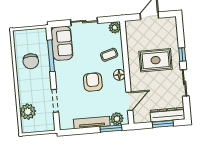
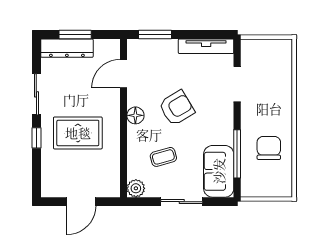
coffee table: (109, 55) -> (163, 157), moved
armchair: (93, 82) -> (177, 108), turned -121
plant: (28, 112) -> (280, 71), removed
plant: (117, 119) -> (145, 49), removed
tv unit: (92, 122) -> (206, 46), moved

